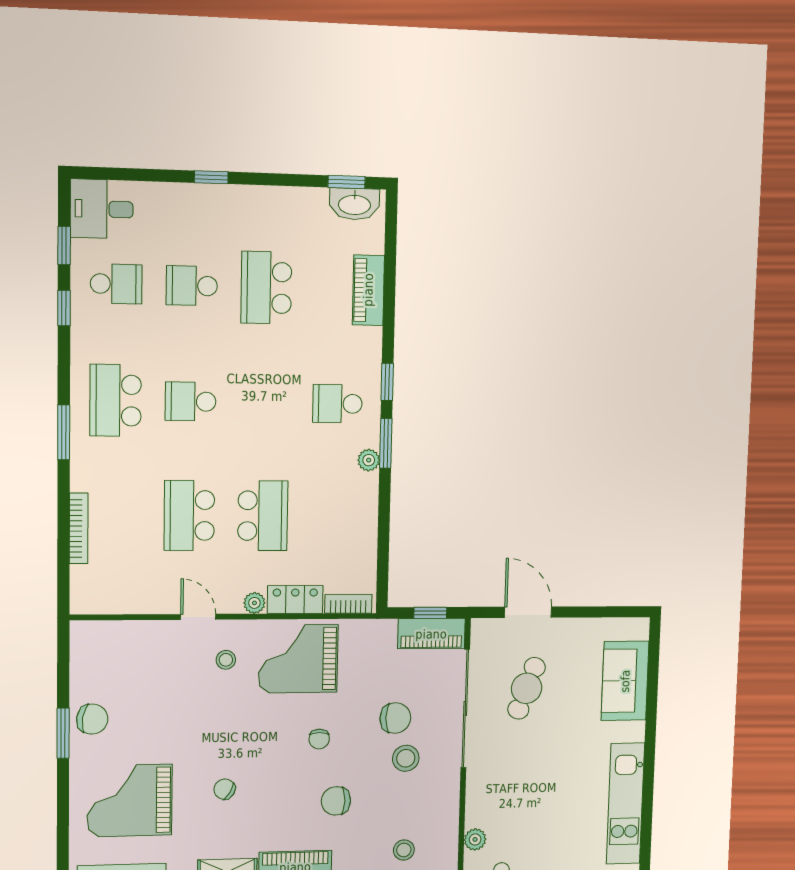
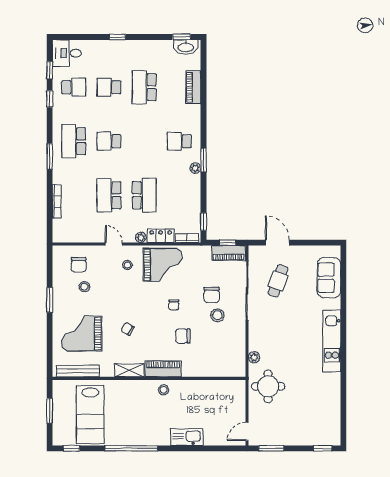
window: (387, 382) -> (204, 222), moved
grand piano: (298, 659) -> (163, 265), turned 180
chair: (395, 718) -> (212, 295), turned 90
chair: (92, 719) -> (79, 265), moved, turned 81
stool: (404, 850) -> (84, 287), moved

